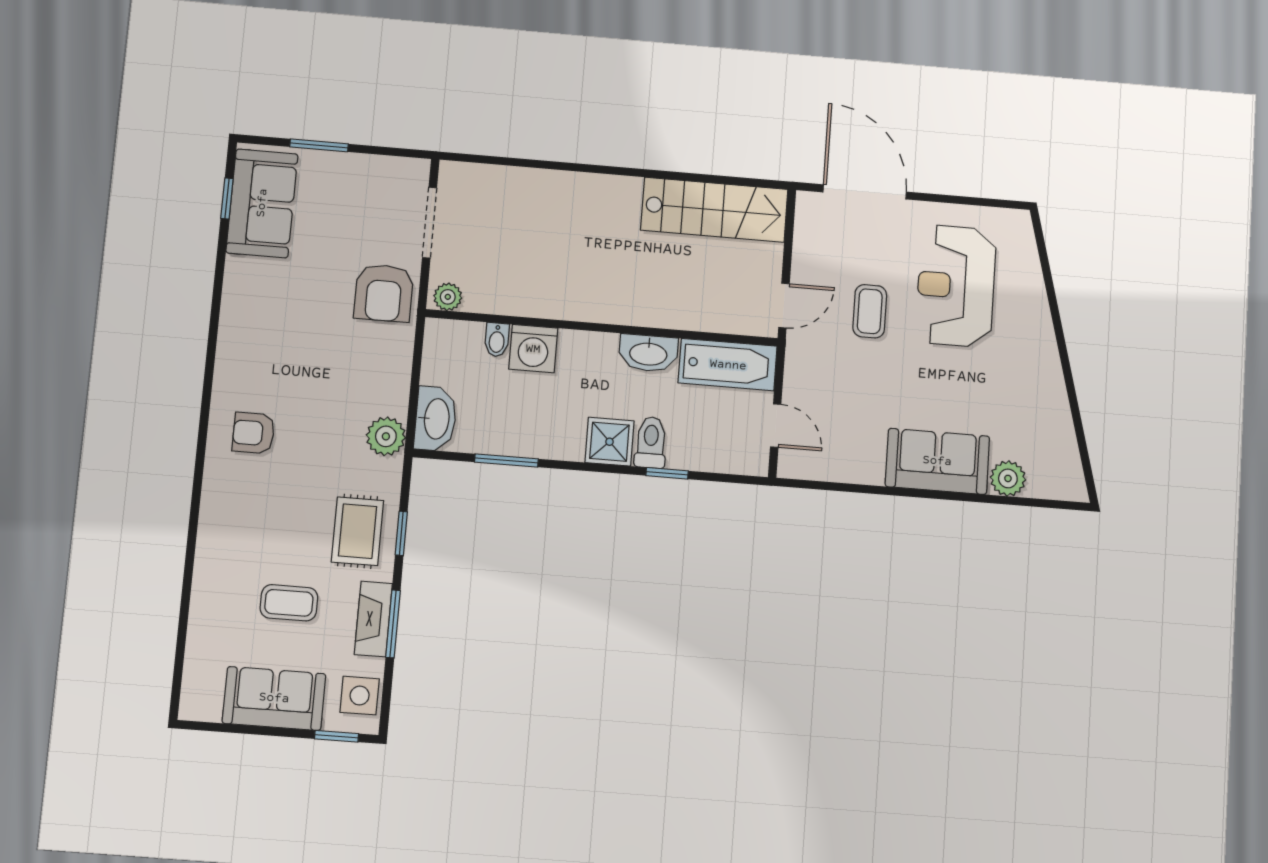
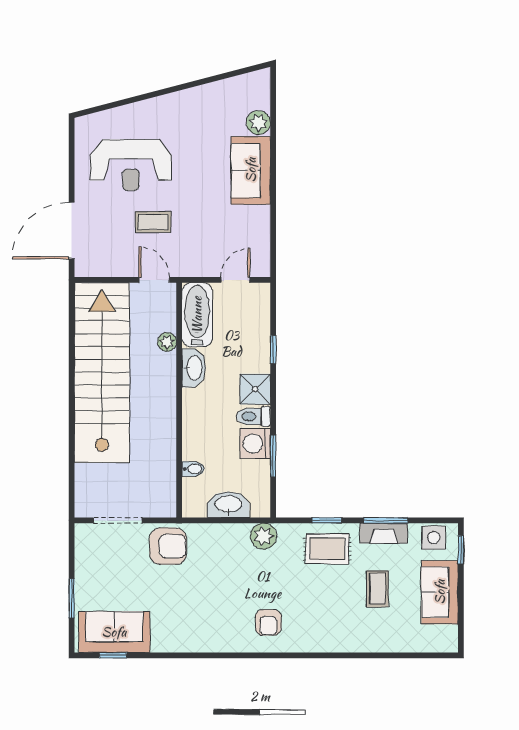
stairs: (714, 210) -> (102, 373), width x1.86, depth x1.51
plant: (448, 297) -> (167, 342), moved
washing machine: (533, 349) -> (255, 444), moved, turned 180
washbasin: (436, 419) -> (228, 505), moved
toilet: (651, 442) -> (253, 416), moved

